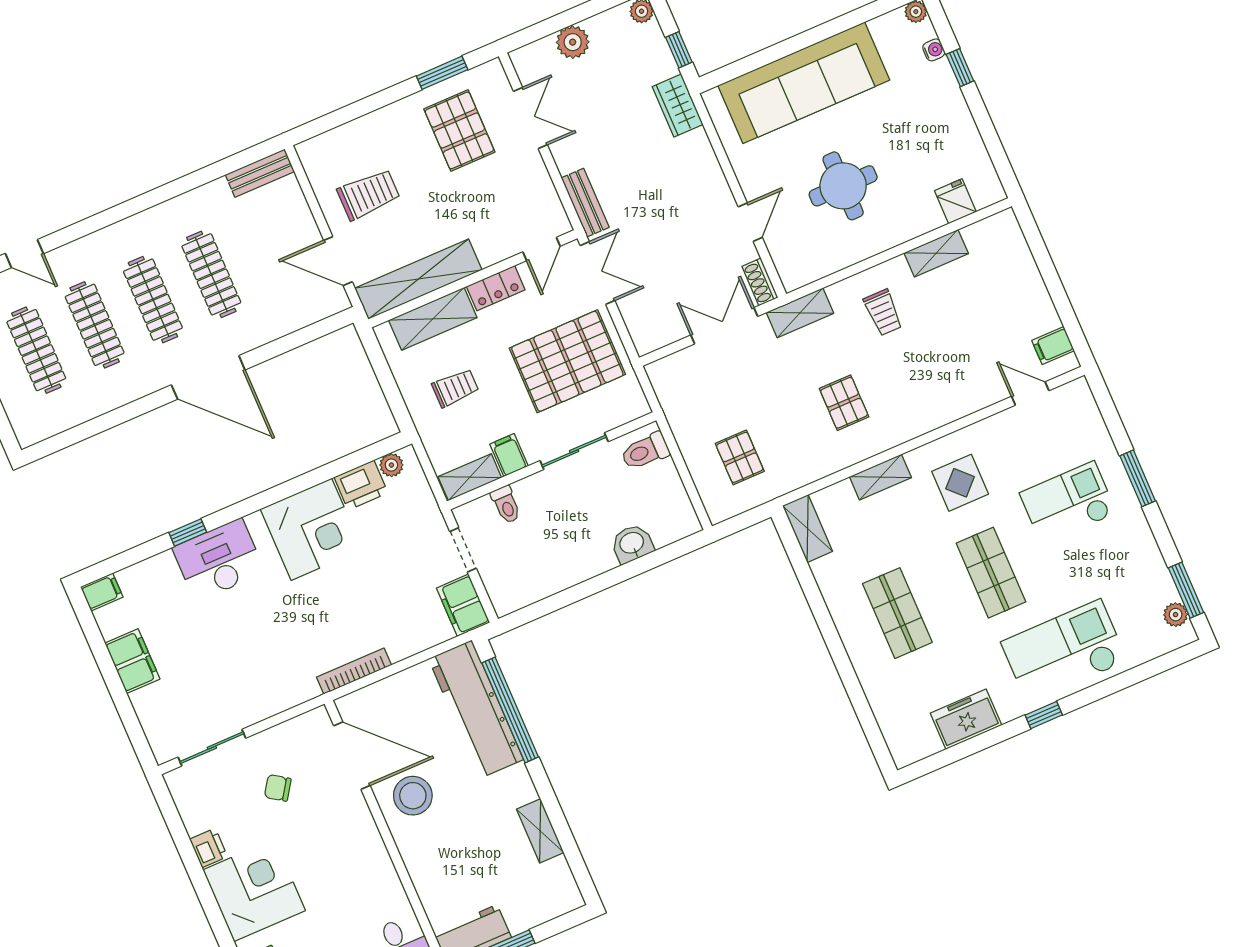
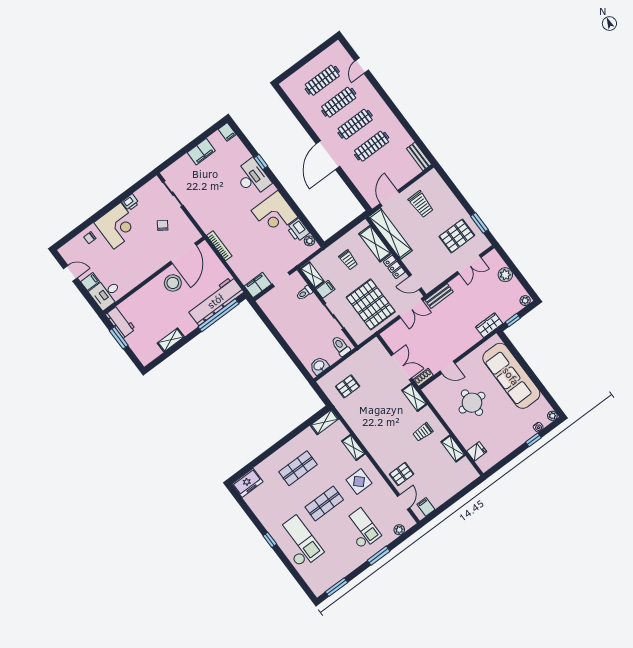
pallet: (844, 403) -> (402, 474), moved
washbasin: (632, 544) -> (319, 366), moved, turned -90
plant: (1176, 615) -> (399, 530), moved
freezer: (966, 719) -> (247, 483), moved, turned 90

